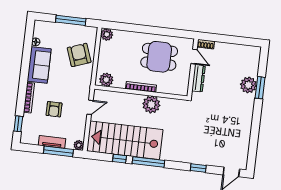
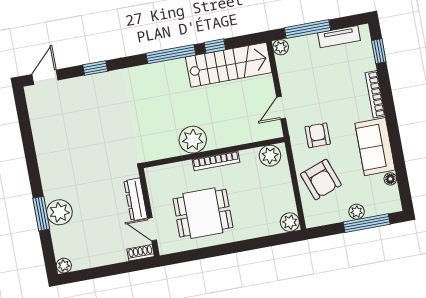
window: (71, 20) -> (367, 223), moved
plant: (63, 28) -> (357, 212), added
plant: (256, 51) -> (64, 266), added
armchair: (54, 109) -> (318, 135), moved
stairs: (125, 140) -> (229, 65), width x0.73, depth x0.66
tv unit: (52, 142) -> (339, 37), moved

